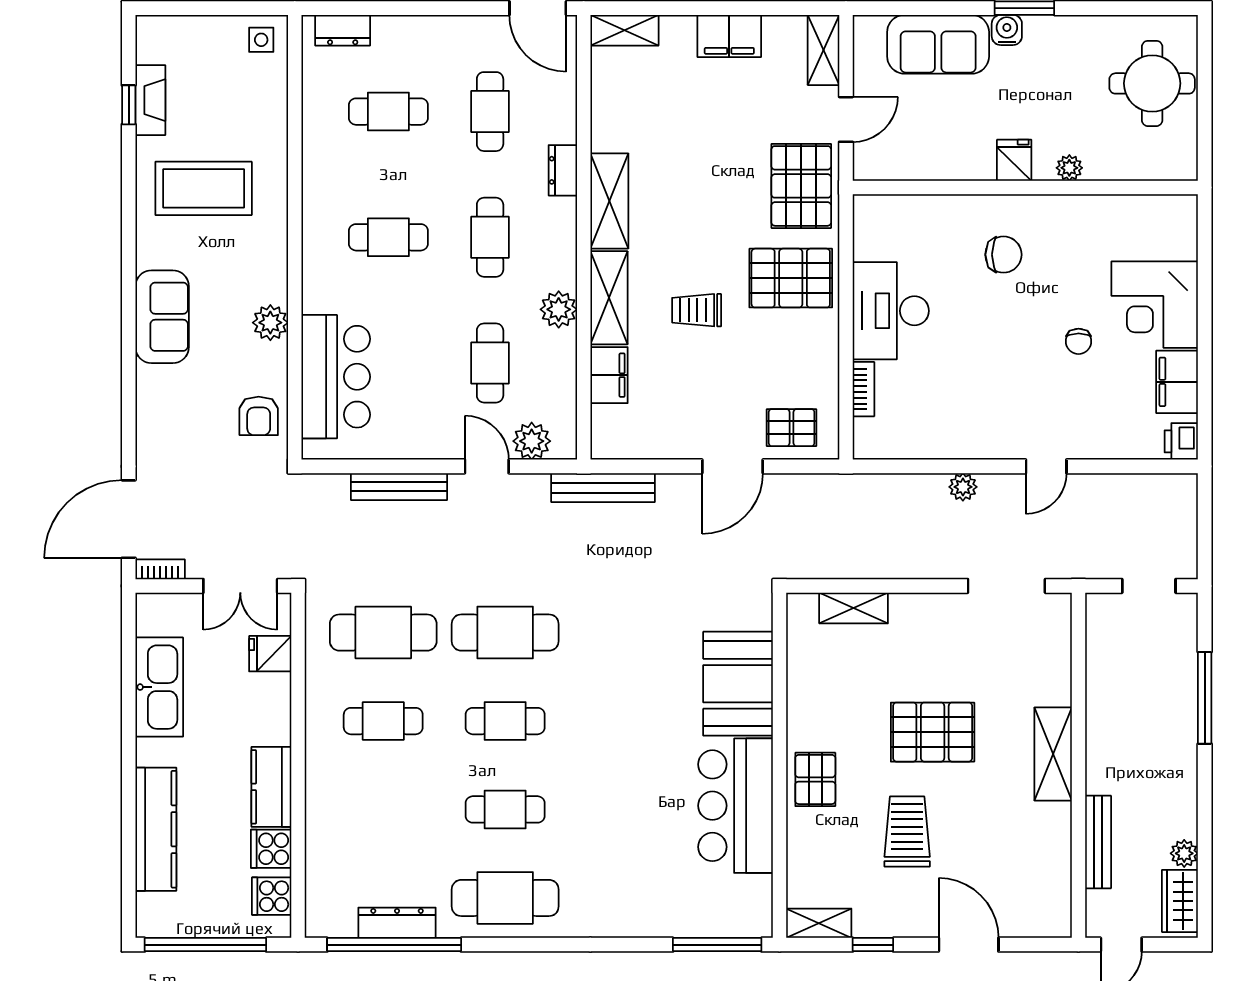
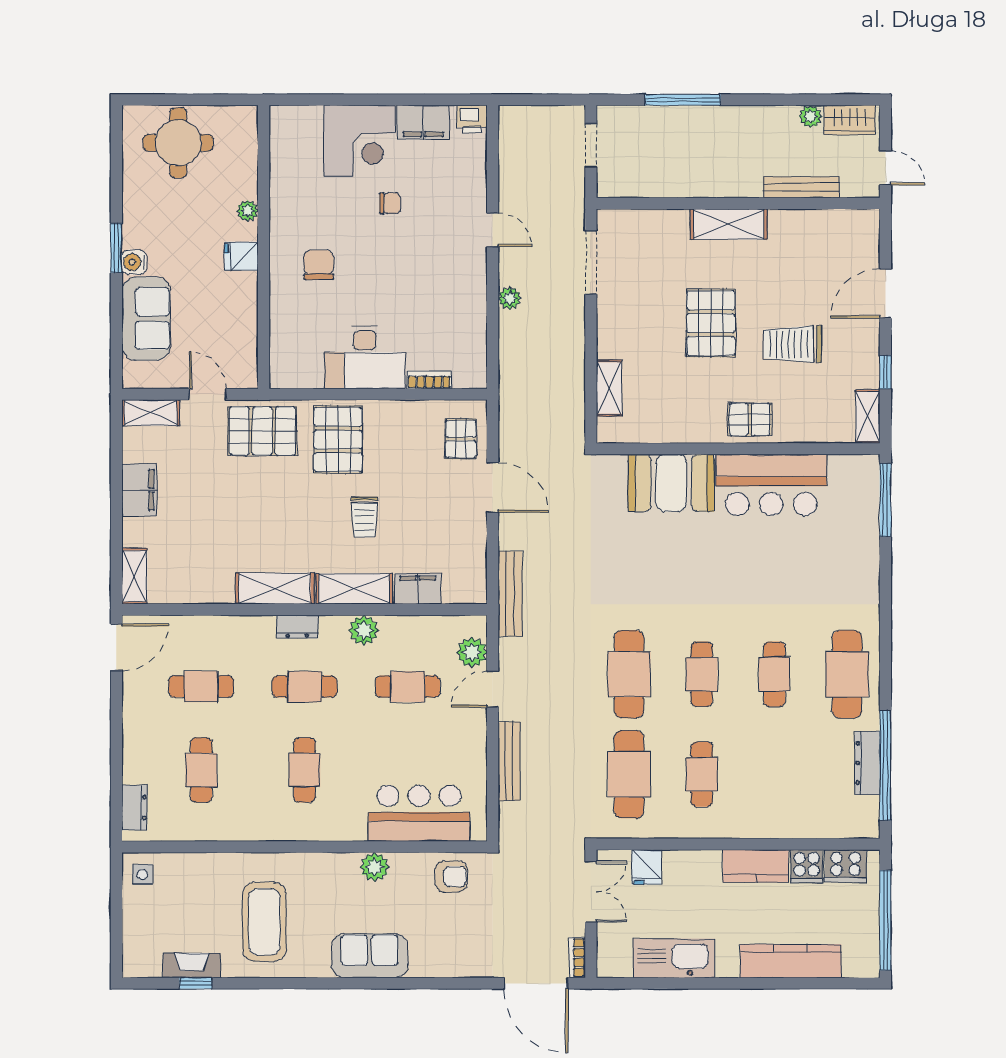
dresser: (563, 170) -> (297, 627), moved
cooker: (272, 896) -> (846, 866), width x1.36

